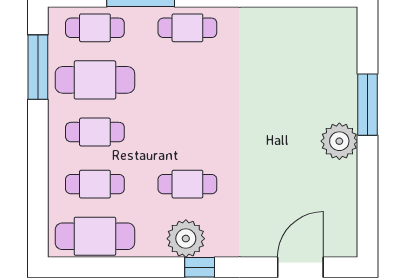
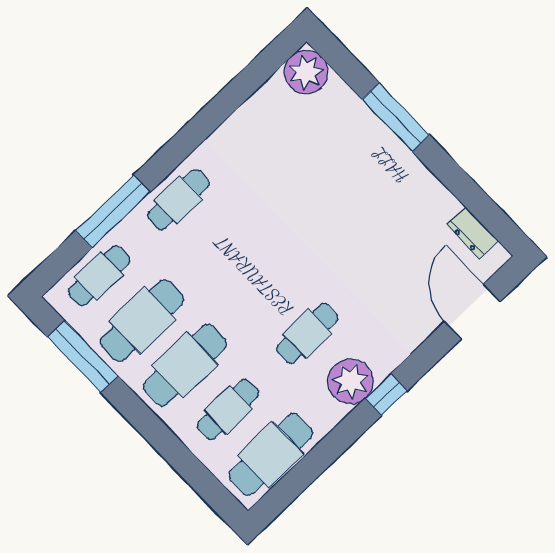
cafe table: (95, 132) -> (185, 365), width x1.37, depth x1.35
plant: (339, 141) -> (306, 72), moved
dresser: (346, 220) -> (473, 233), added

